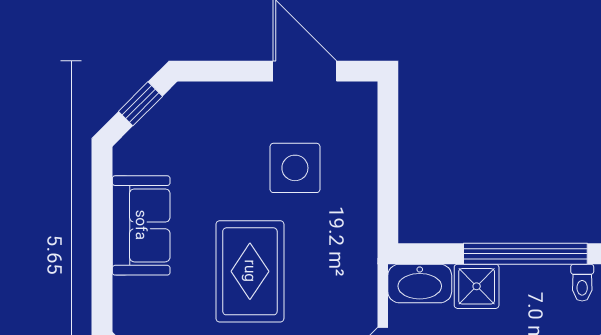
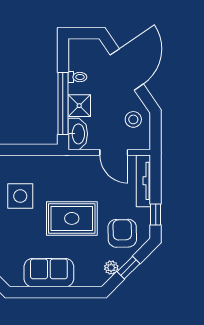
window: (525, 254) -> (63, 103), moved
toilet: (582, 283) -> (77, 77), moved

